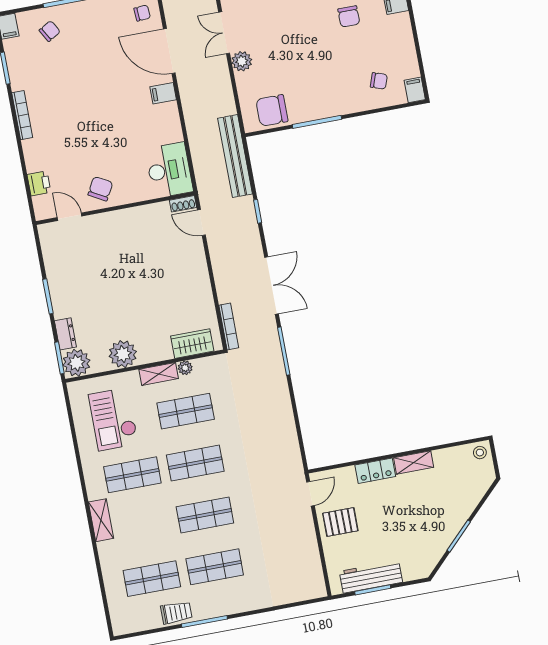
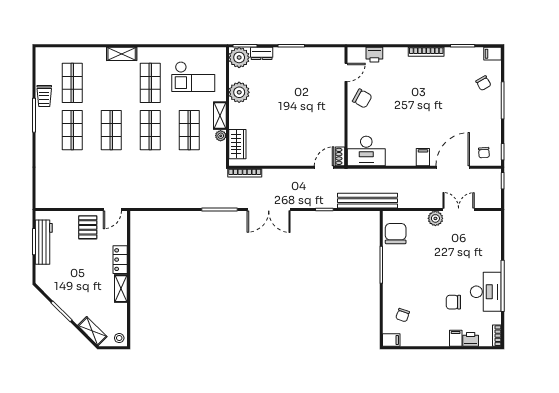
checkout: (113, 419) -> (193, 77), turned 180
shelving: (477, 490) -> (92, 331), added
door: (310, 494) -> (112, 210), hinge flipped

